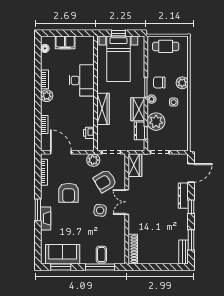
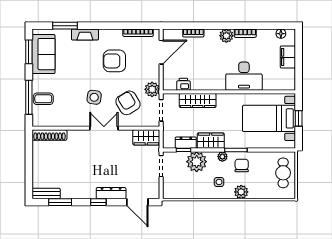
wardrobe: (103, 109) -> (198, 100), moved
window: (38, 210) -> (65, 26), moved

